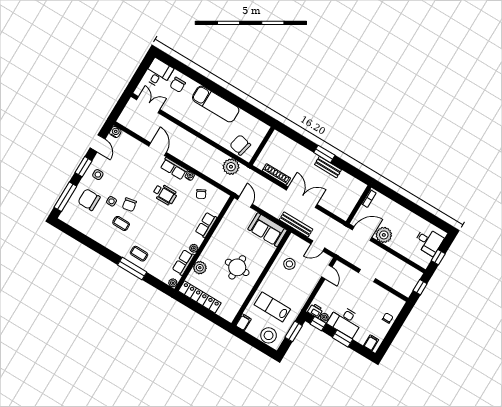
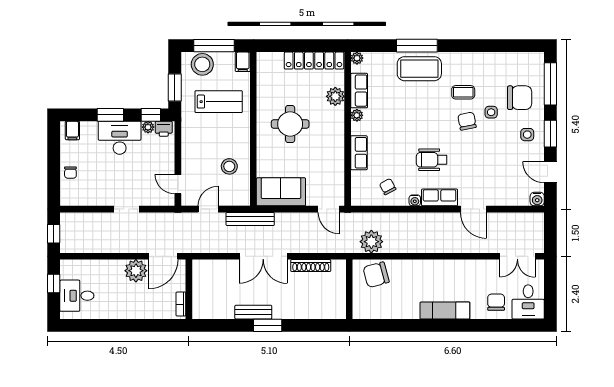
exam couch: (216, 104) -> (445, 310), width x0.73, depth x0.69
chair: (240, 145) -> (376, 275), turned 152
coffee table: (139, 254) -> (419, 69), width x1.86, depth x1.72
window: (255, 342) -> (214, 46), added

